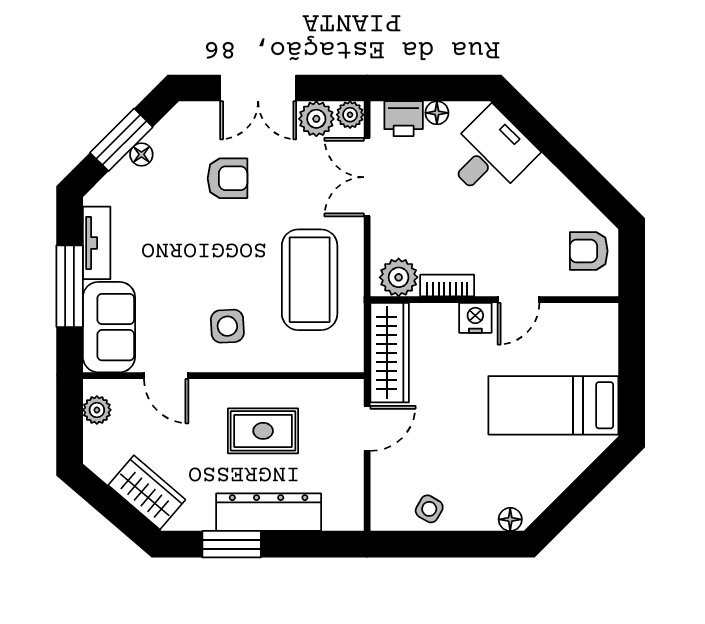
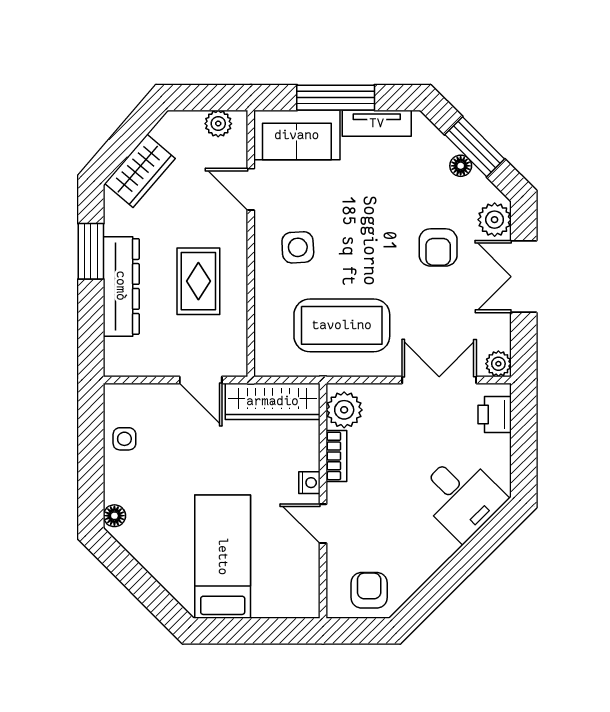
floor lamp: (437, 113) -> (500, 446), removed
plant: (316, 119) -> (495, 220), moved
nightstand: (475, 318) -> (309, 483), width x0.72, depth x0.74
door: (166, 376) -> (251, 189), hinge flipped
side table: (429, 509) -> (124, 439), turned -30

